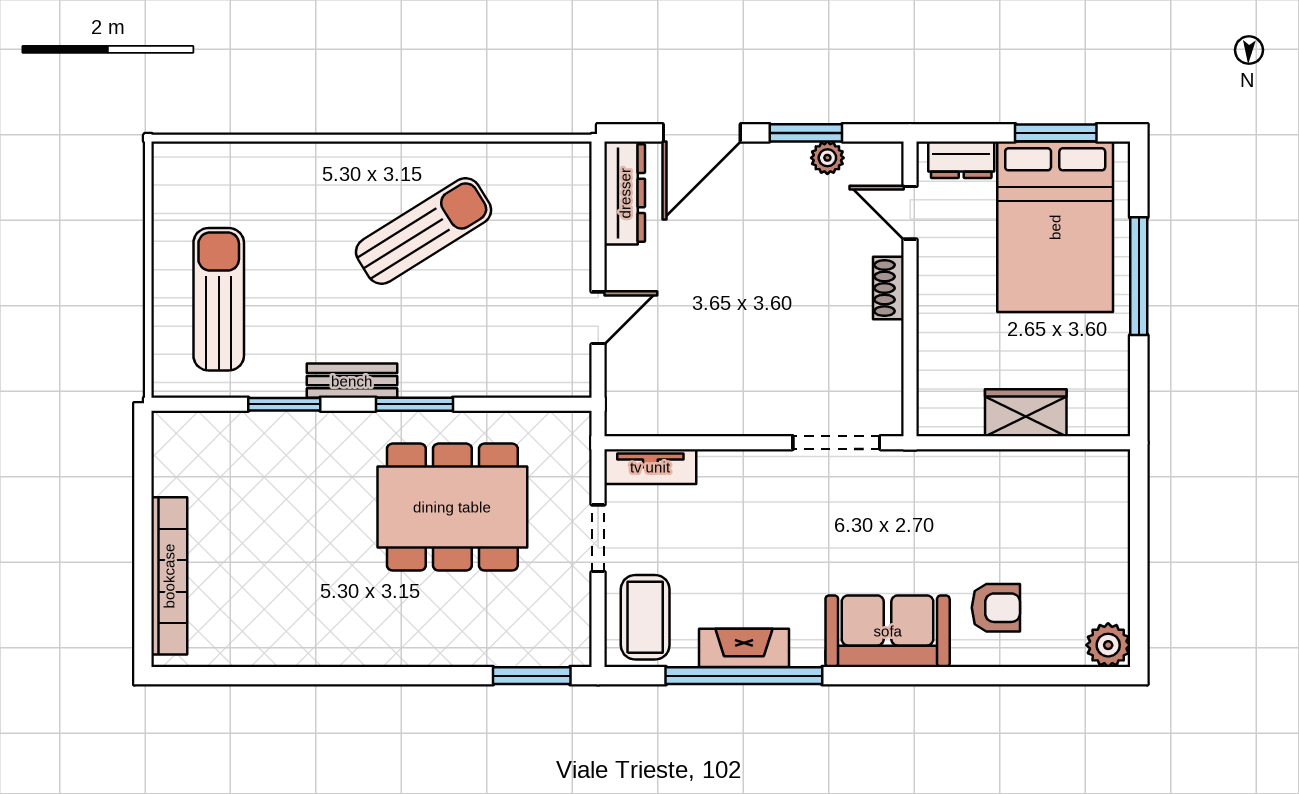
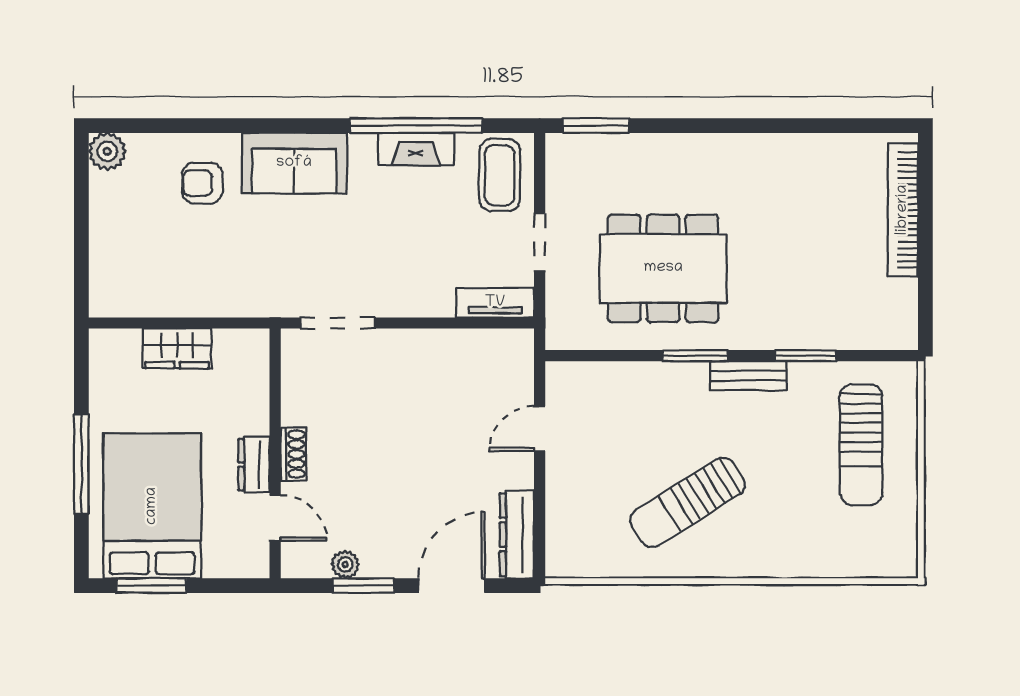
dresser: (961, 160) -> (254, 465), moved, turned -90

